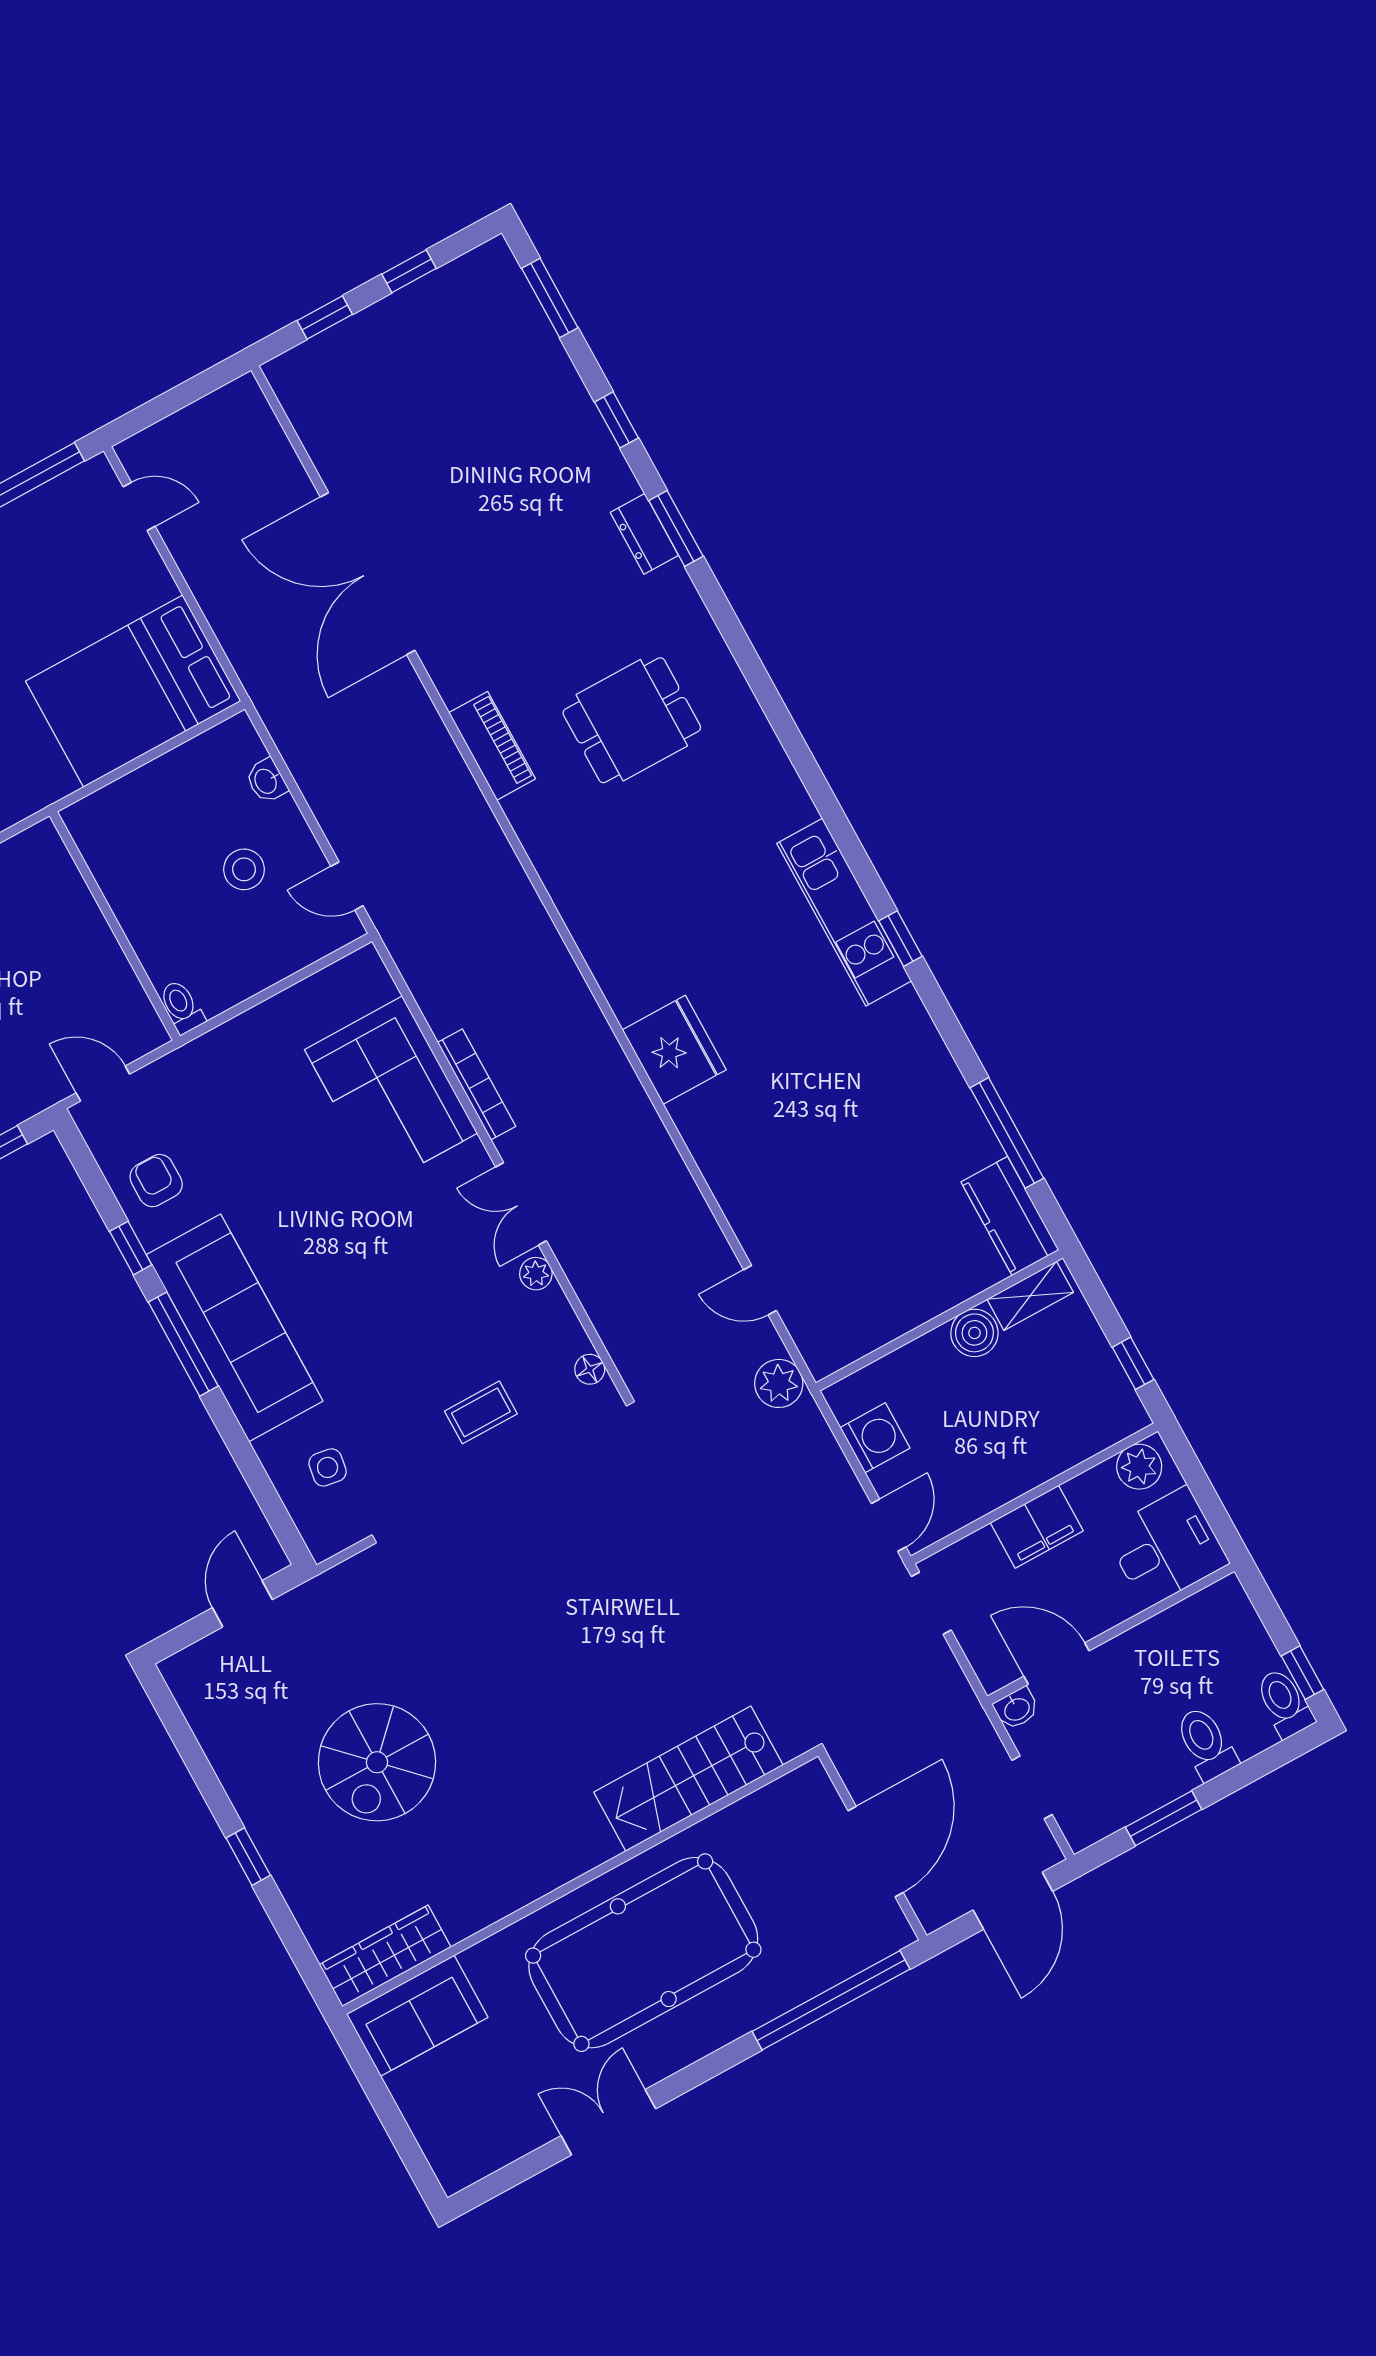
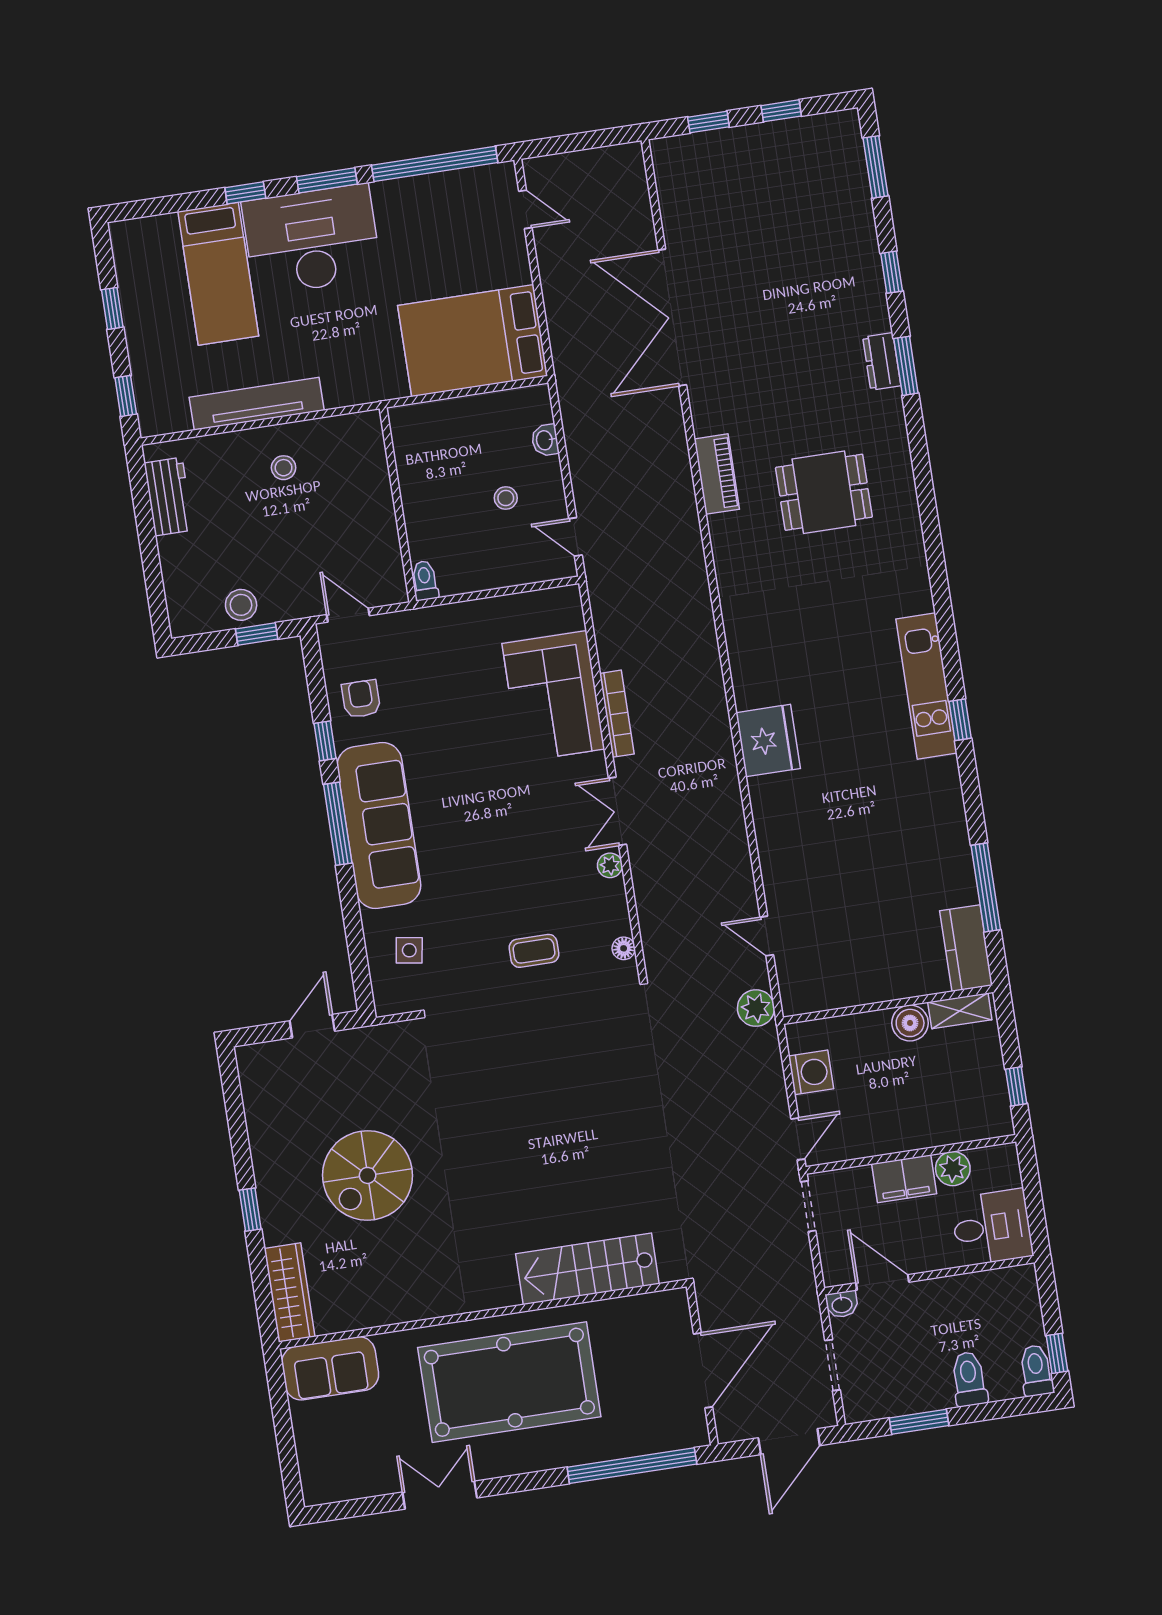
stool: (244, 869) -> (506, 498), width x0.73, depth x0.73
plant: (1139, 1467) -> (953, 1169), moved
wardrobe: (385, 1956) -> (290, 1292), moved, turned 90

